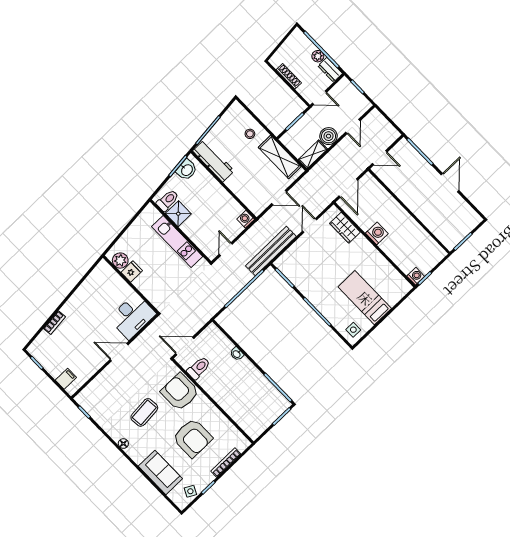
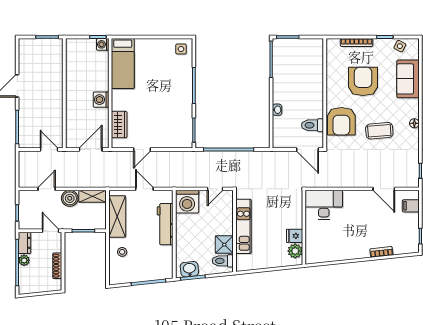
workbench: (213, 161) -> (165, 224), moved
washing machine: (246, 219) -> (187, 202), width x1.89, depth x1.89
bench: (271, 251) -> (185, 158), removed
bed: (365, 298) -> (123, 63), moved
door: (119, 352) -> (384, 189), moved

